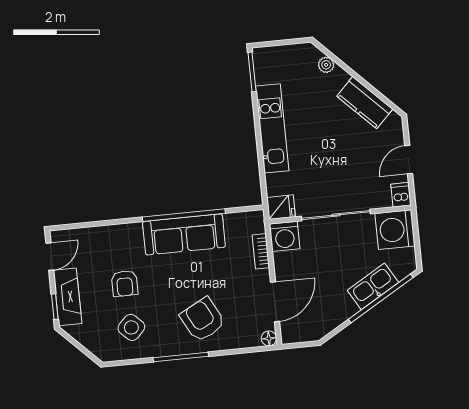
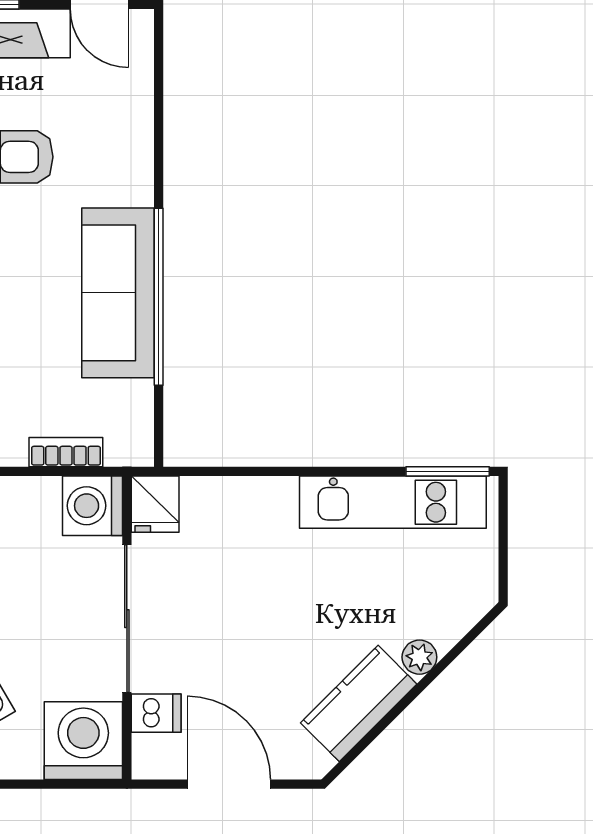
plant: (326, 65) -> (419, 657), moved
kitchen unit: (272, 128) -> (393, 502), moved
door: (409, 160) -> (229, 784), width x1.38
dishwasher: (401, 195) -> (156, 713), moved

